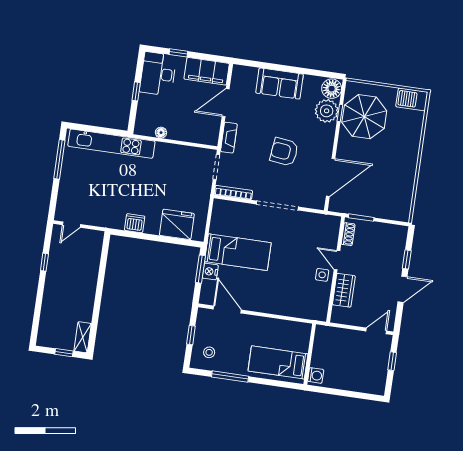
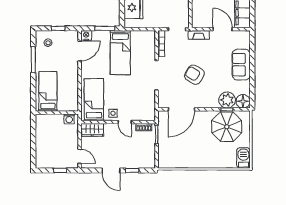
armchair: (284, 152) -> (194, 75), turned -66
door: (331, 177) -> (181, 109), hinge flipped
door: (337, 260) -> (125, 122), swing flipped
nightstand: (210, 272) -> (86, 35), moved
wardrobe: (344, 290) -> (92, 130), moved
bed: (299, 299) -> (94, 100), added
washing machine: (316, 375) -> (69, 119), moved

